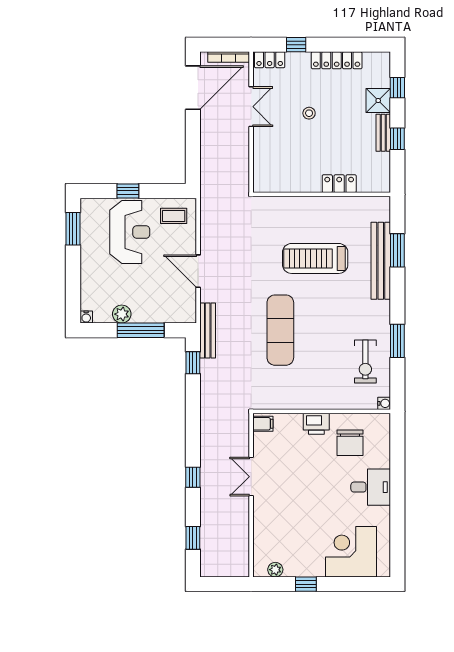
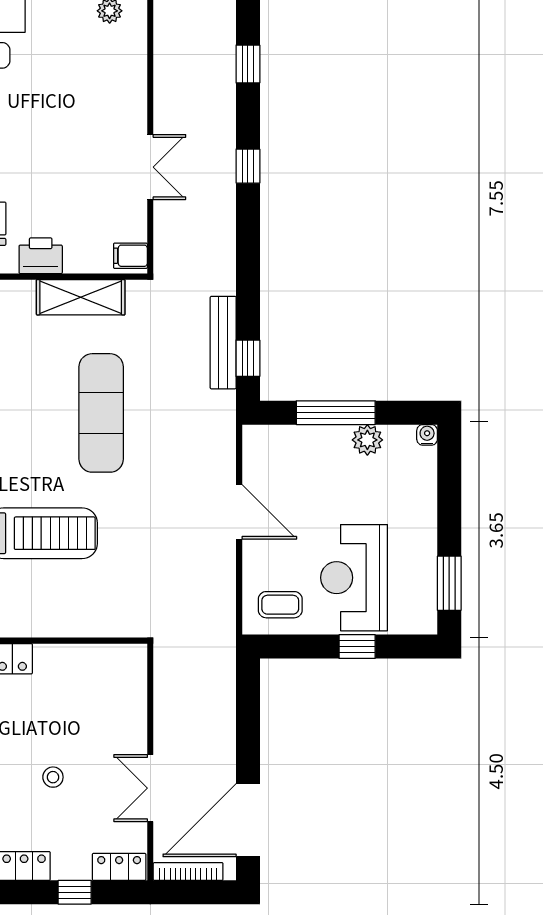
bench: (208, 330) -> (223, 343), moved
shelving: (293, 399) -> (81, 297), added

